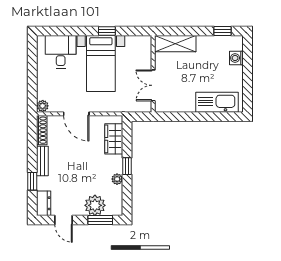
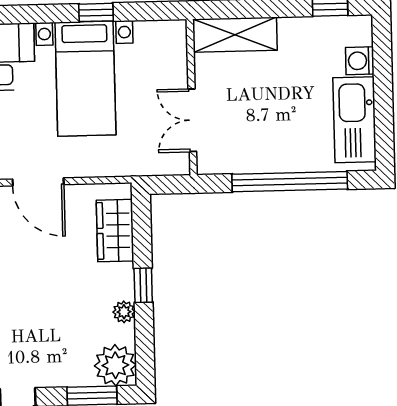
kitchen sink: (217, 102) -> (354, 120), moved, turned -90
window: (200, 117) -> (290, 182), added
plant: (95, 205) -> (115, 365), moved

